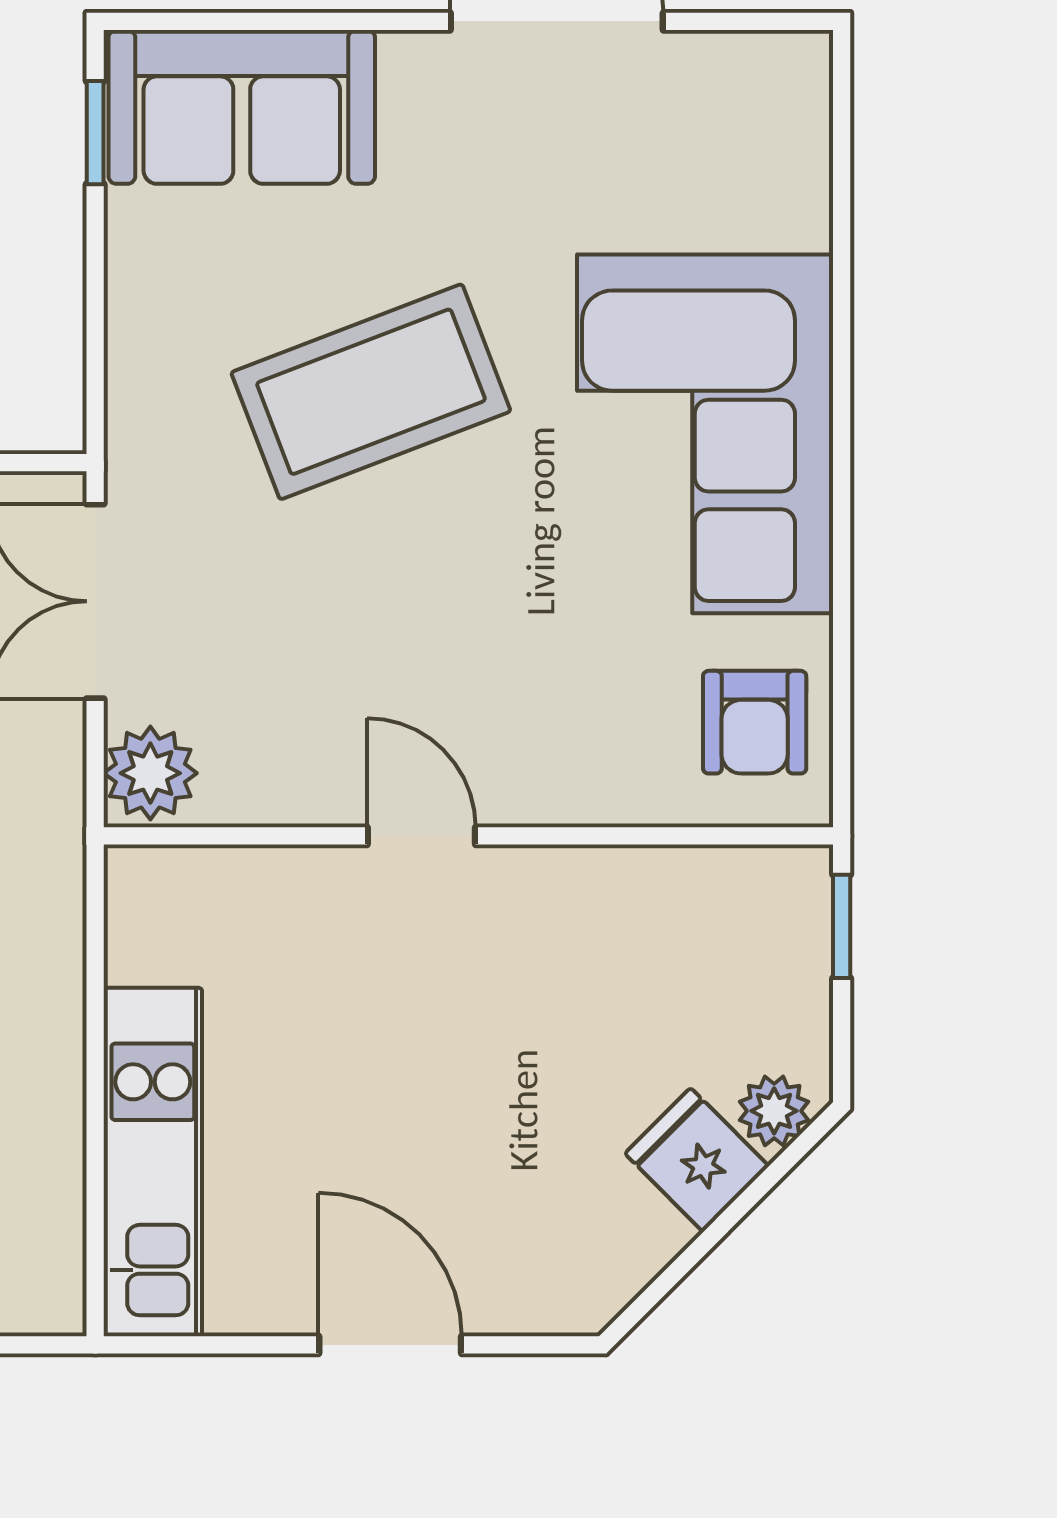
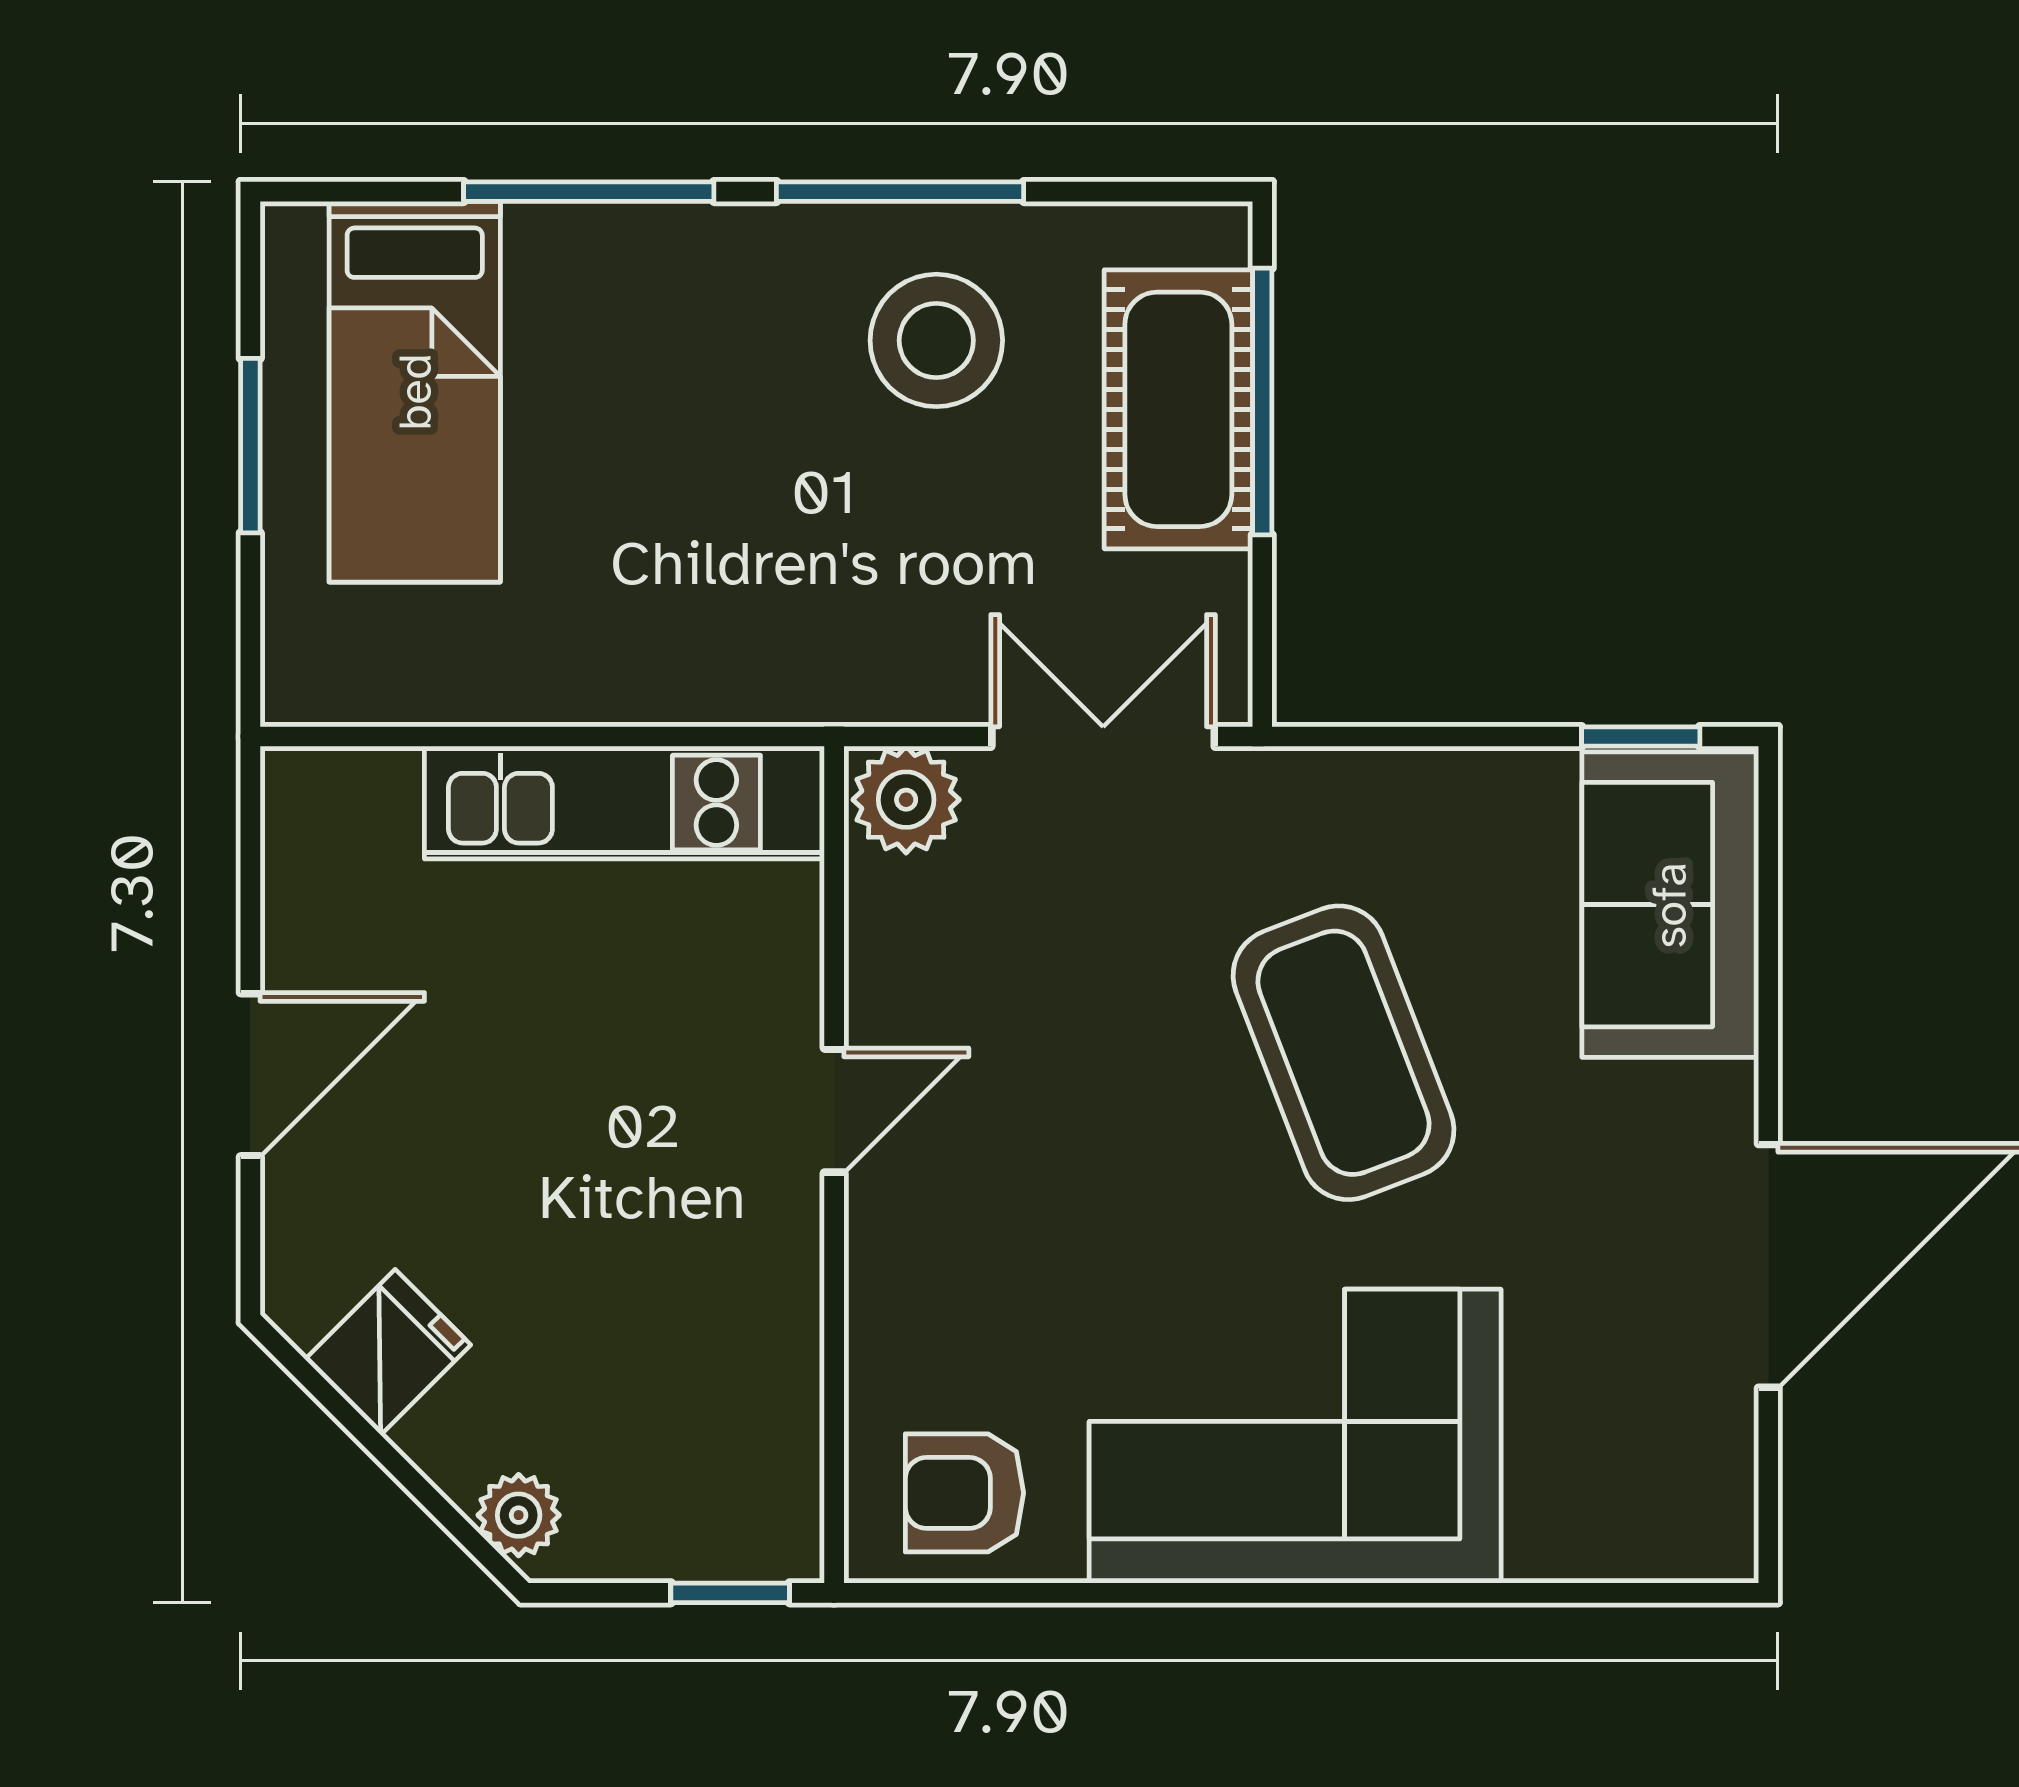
fridge: (697, 1160) -> (388, 1352), moved
kitchen unit: (153, 1162) -> (624, 803), moved

